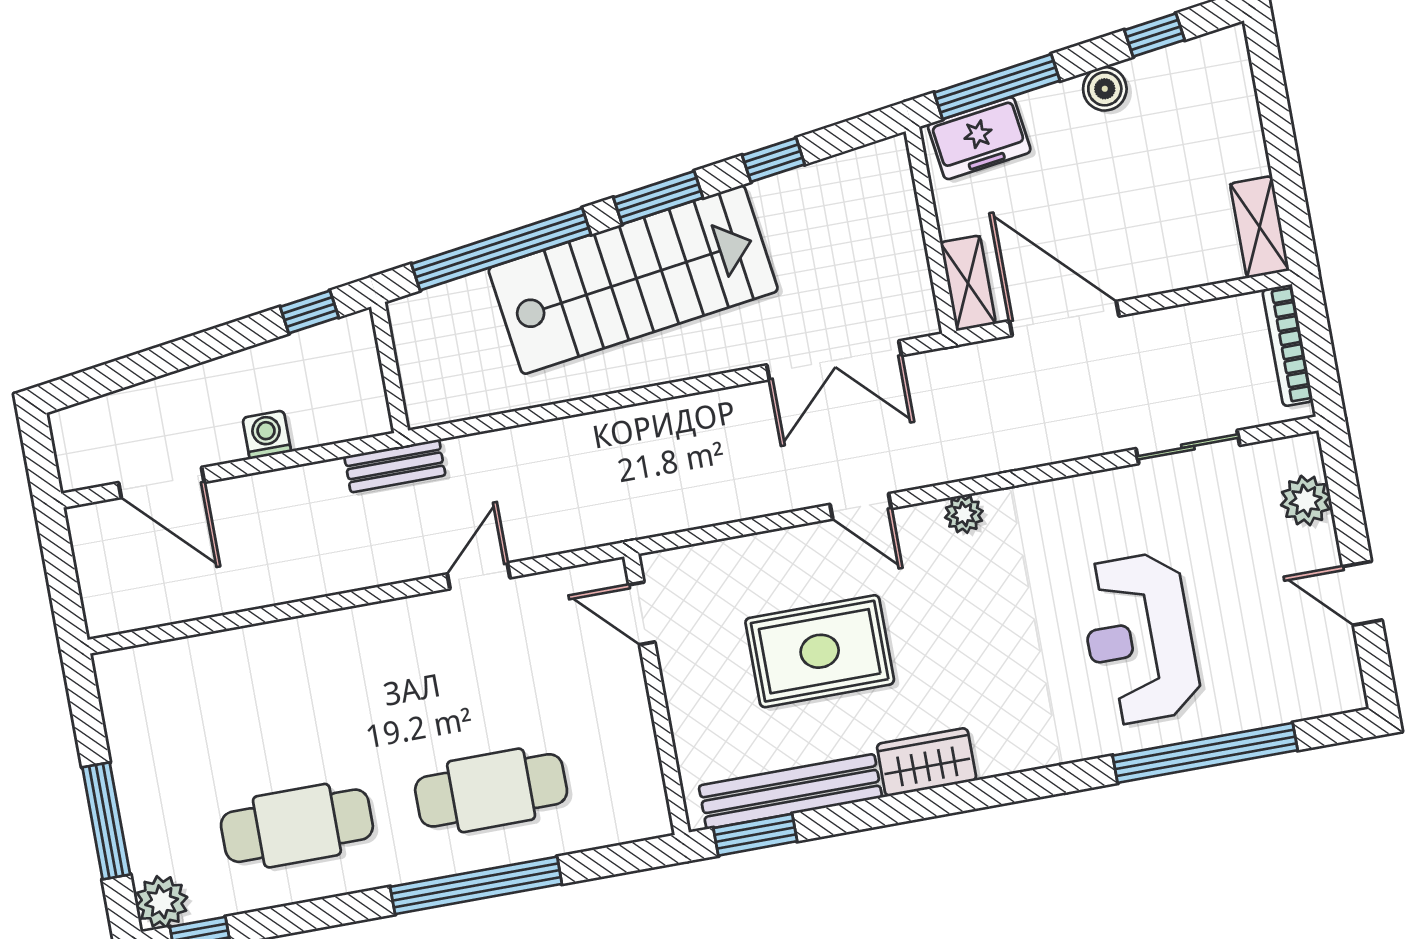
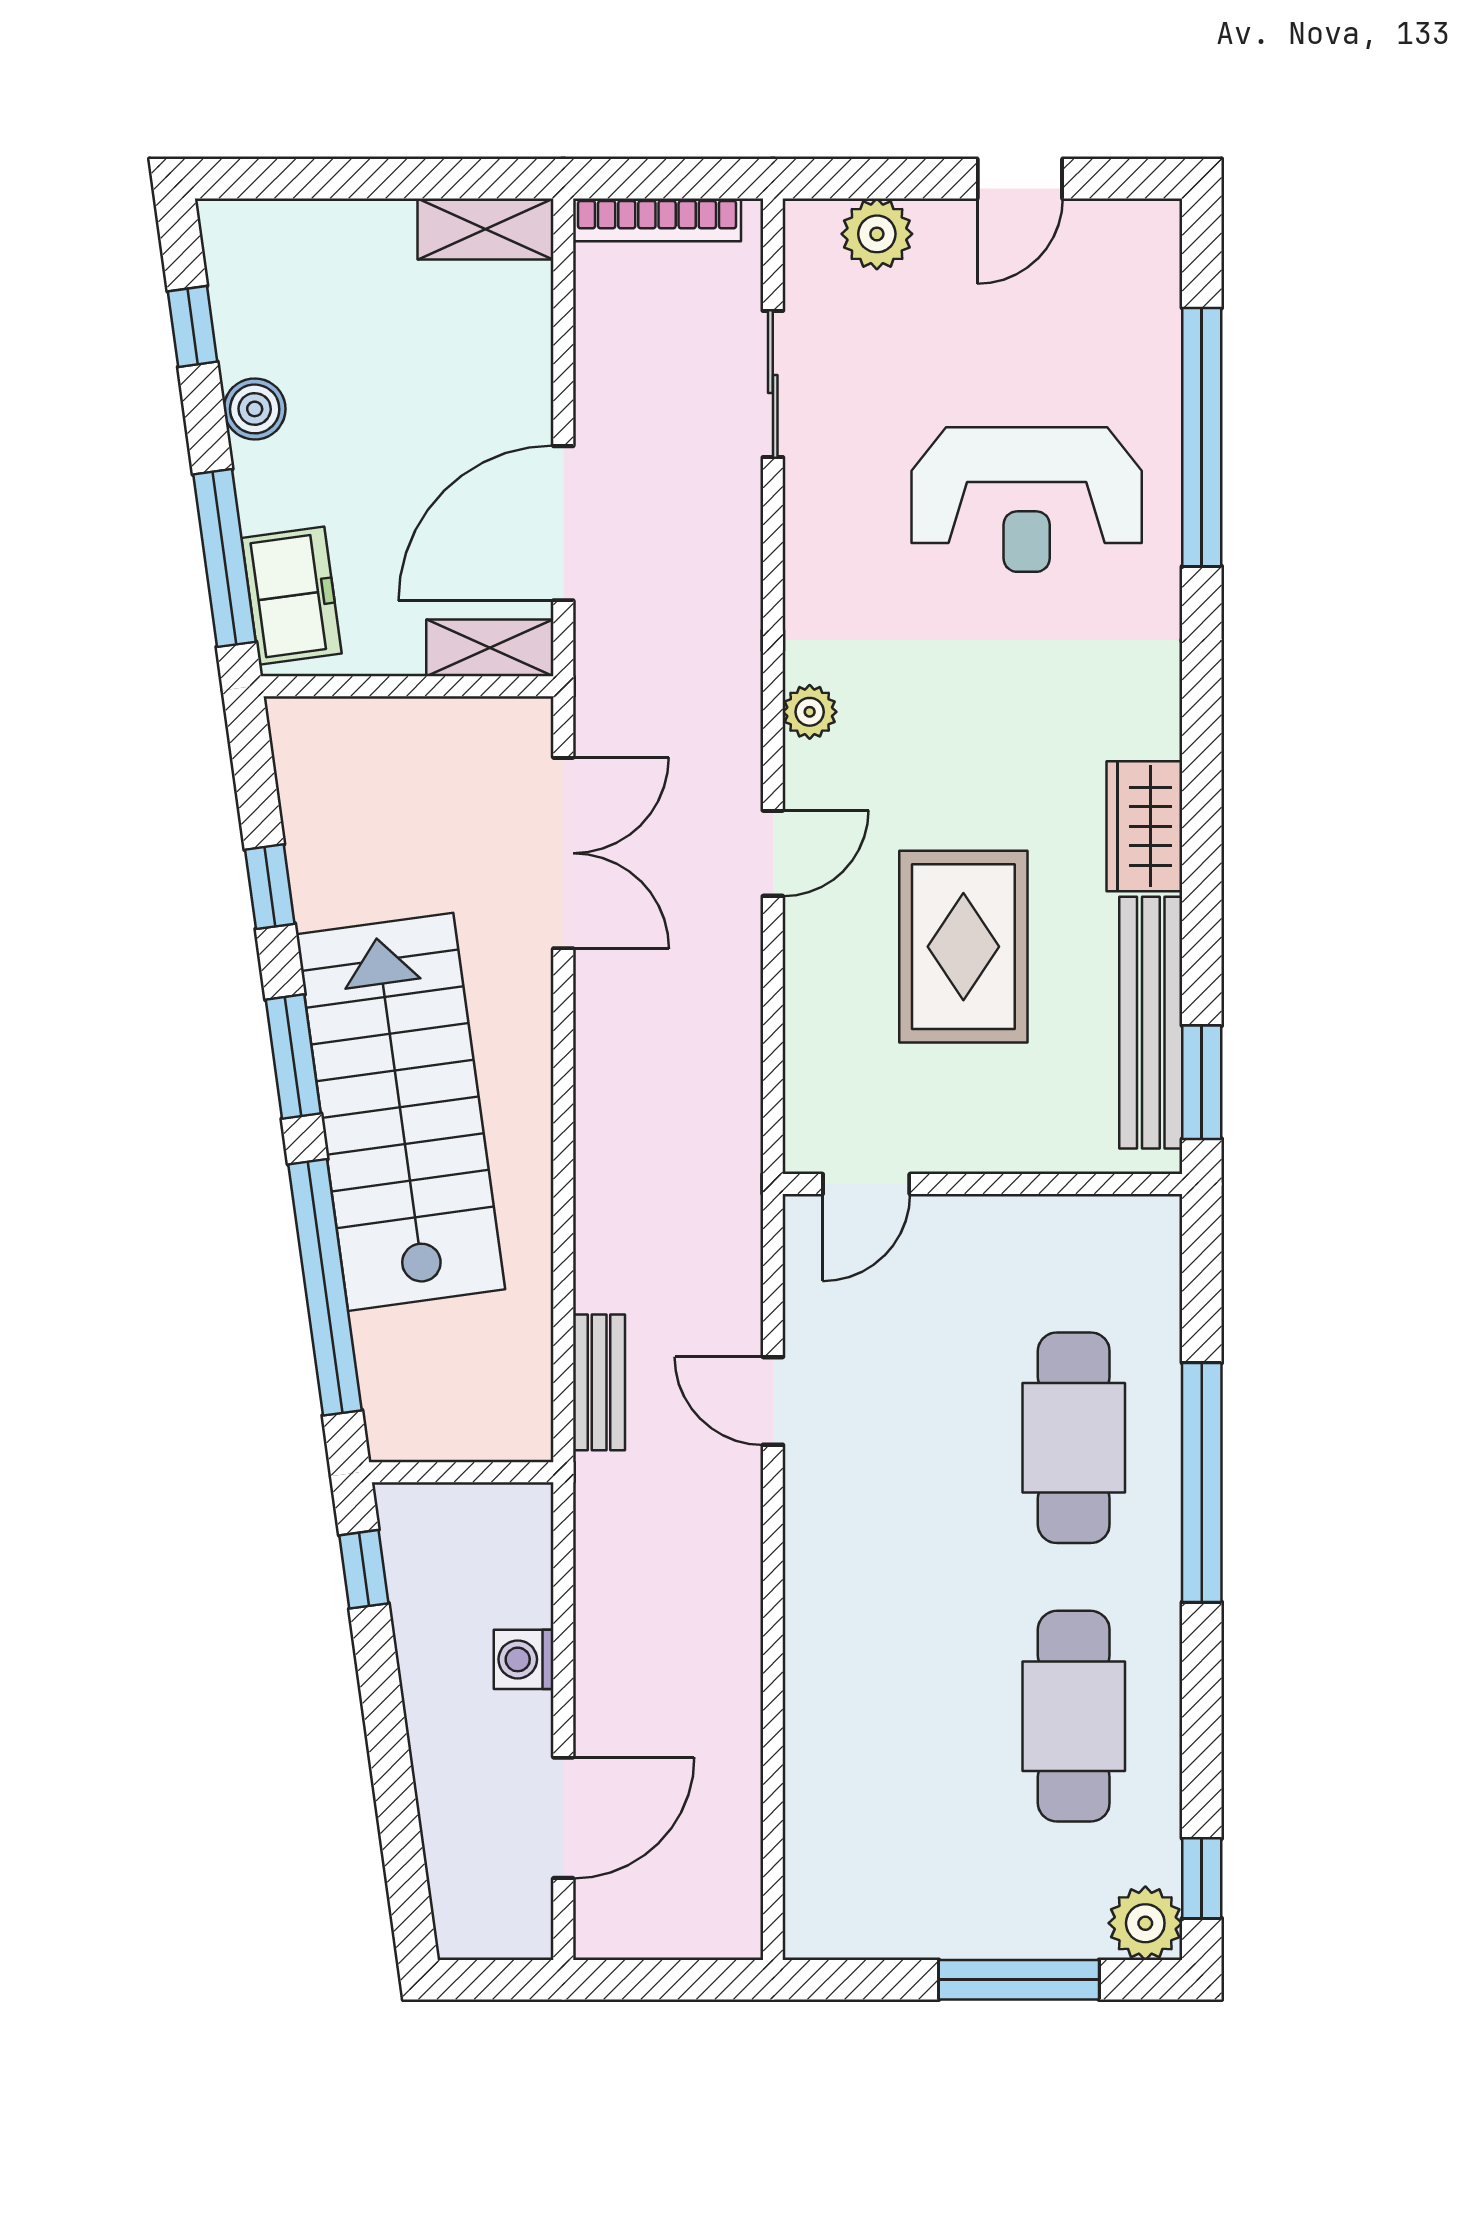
bench: (395, 466) -> (599, 1382), moved

